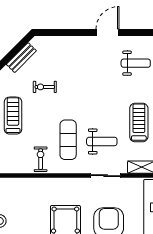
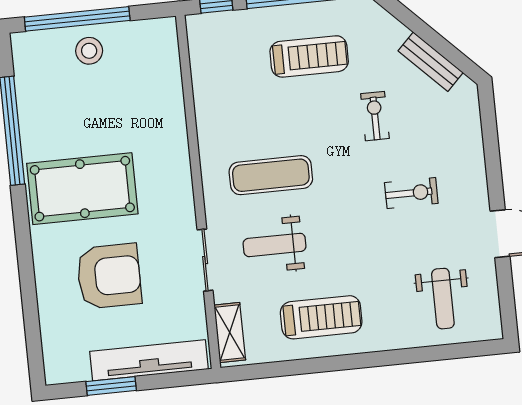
weight bench: (102, 141) -> (275, 245), turned 90
exercise bike: (41, 159) -> (411, 193), moved

